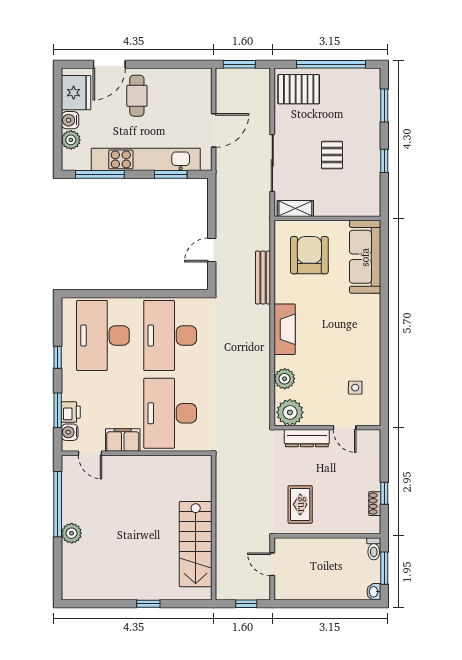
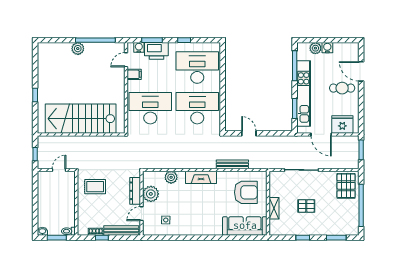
fridge: (76, 93) -> (342, 124), moved, turned 180
shelving: (295, 208) -> (274, 208), moved
printer: (71, 412) -> (156, 51), width x1.87, depth x1.48
plant: (290, 412) -> (151, 194), moved
filing cabinet: (123, 440) -> (134, 74), width x0.50
bench: (373, 461) -> (121, 230), added
stairs: (196, 544) -> (81, 119), width x1.36, depth x1.51

